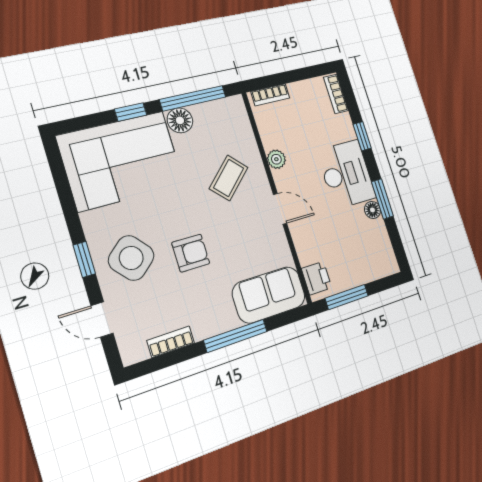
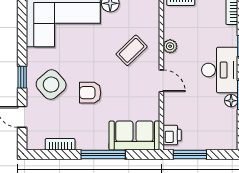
armchair: (191, 253) -> (90, 93), turned 180

